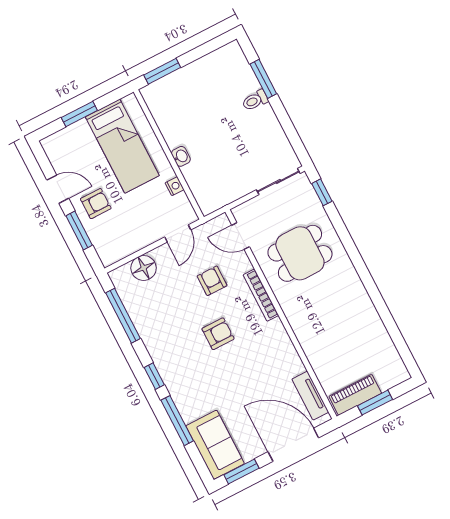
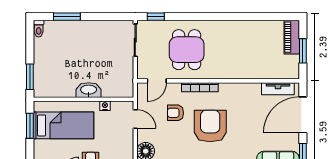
toilet: (255, 100) -> (39, 29), moved
window: (79, 114) -> (30, 126), moved
washbasin: (181, 156) -> (89, 90), width x1.91, depth x1.45
armchair: (218, 334) -> (210, 126), width x1.88, depth x1.88
piano: (355, 395) -> (292, 37), moved

